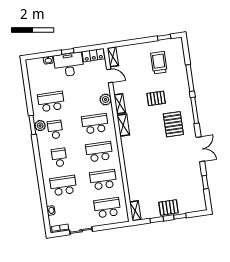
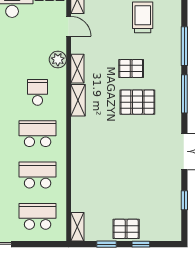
school desk: (95, 124) -> (38, 92), width x0.54
pallet: (173, 124) -> (137, 102), moved, turned 90

